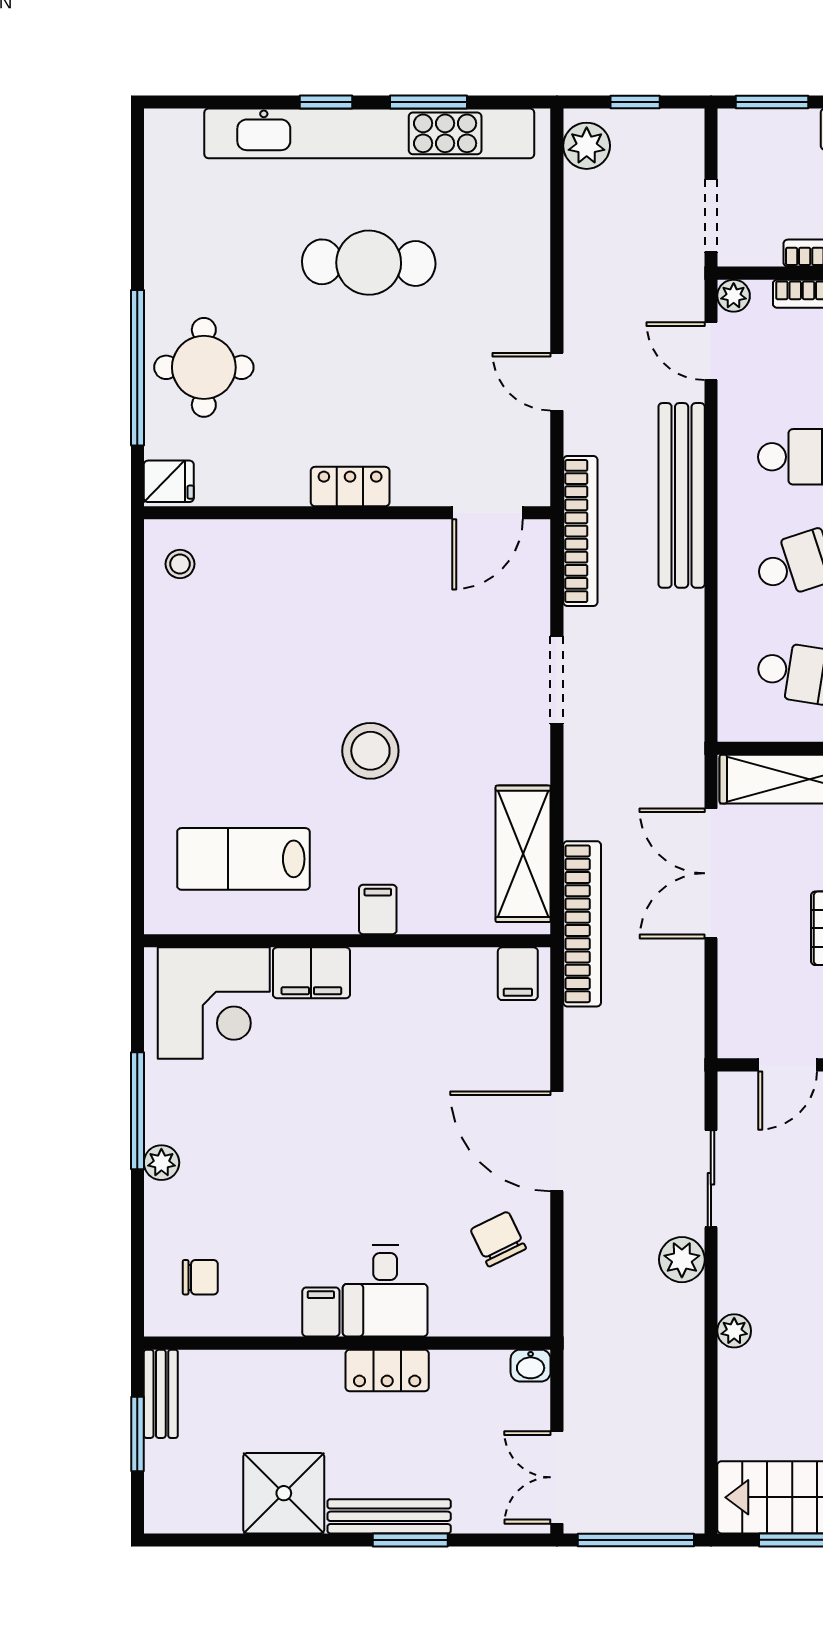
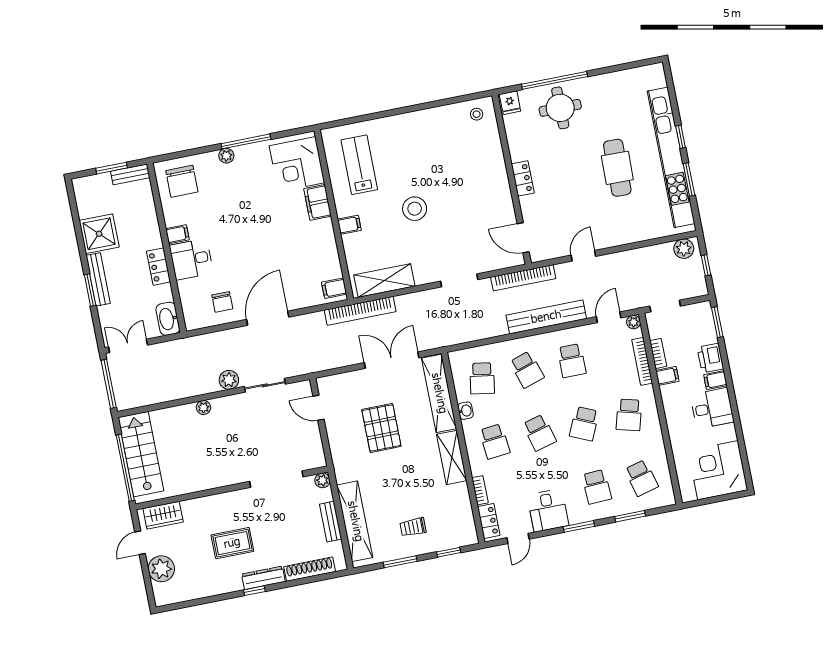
chair: (498, 1239) -> (222, 302), turned 116
chair: (200, 1277) -> (182, 181), width x1.87, depth x1.87
washbasin: (531, 1366) -> (168, 319), width x1.91, depth x1.45

